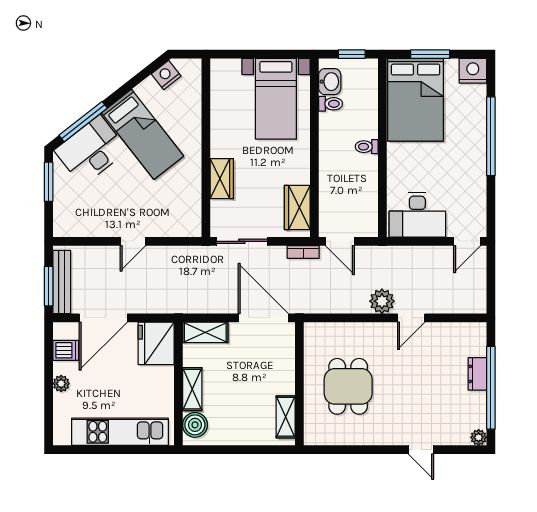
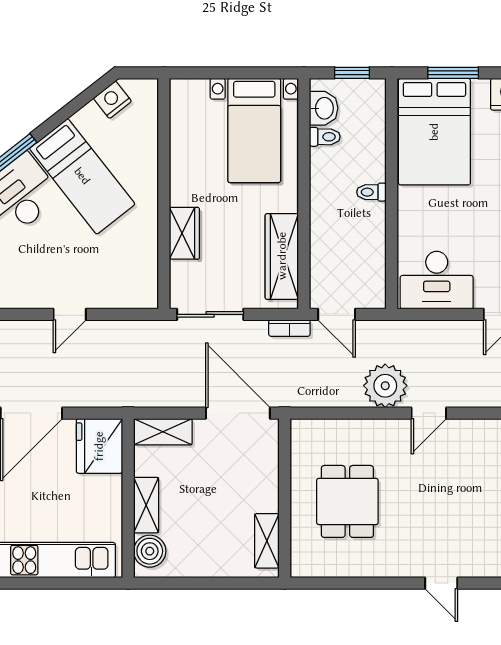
wardrobe: (297, 208) -> (282, 256), width x1.50
plant: (382, 301) -> (385, 386), width x1.36, depth x1.36

